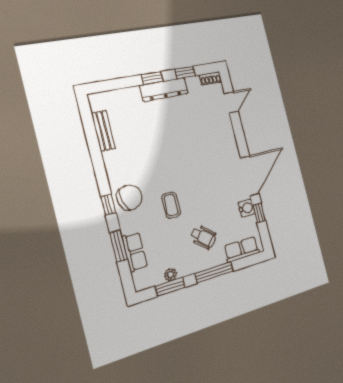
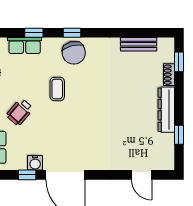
window: (152, 78) -> (179, 62), moved
shoe rack: (210, 78) -> (169, 75), moved
coffee table: (171, 205) -> (57, 89), turned 90
window: (119, 246) -> (34, 33), width x0.67

